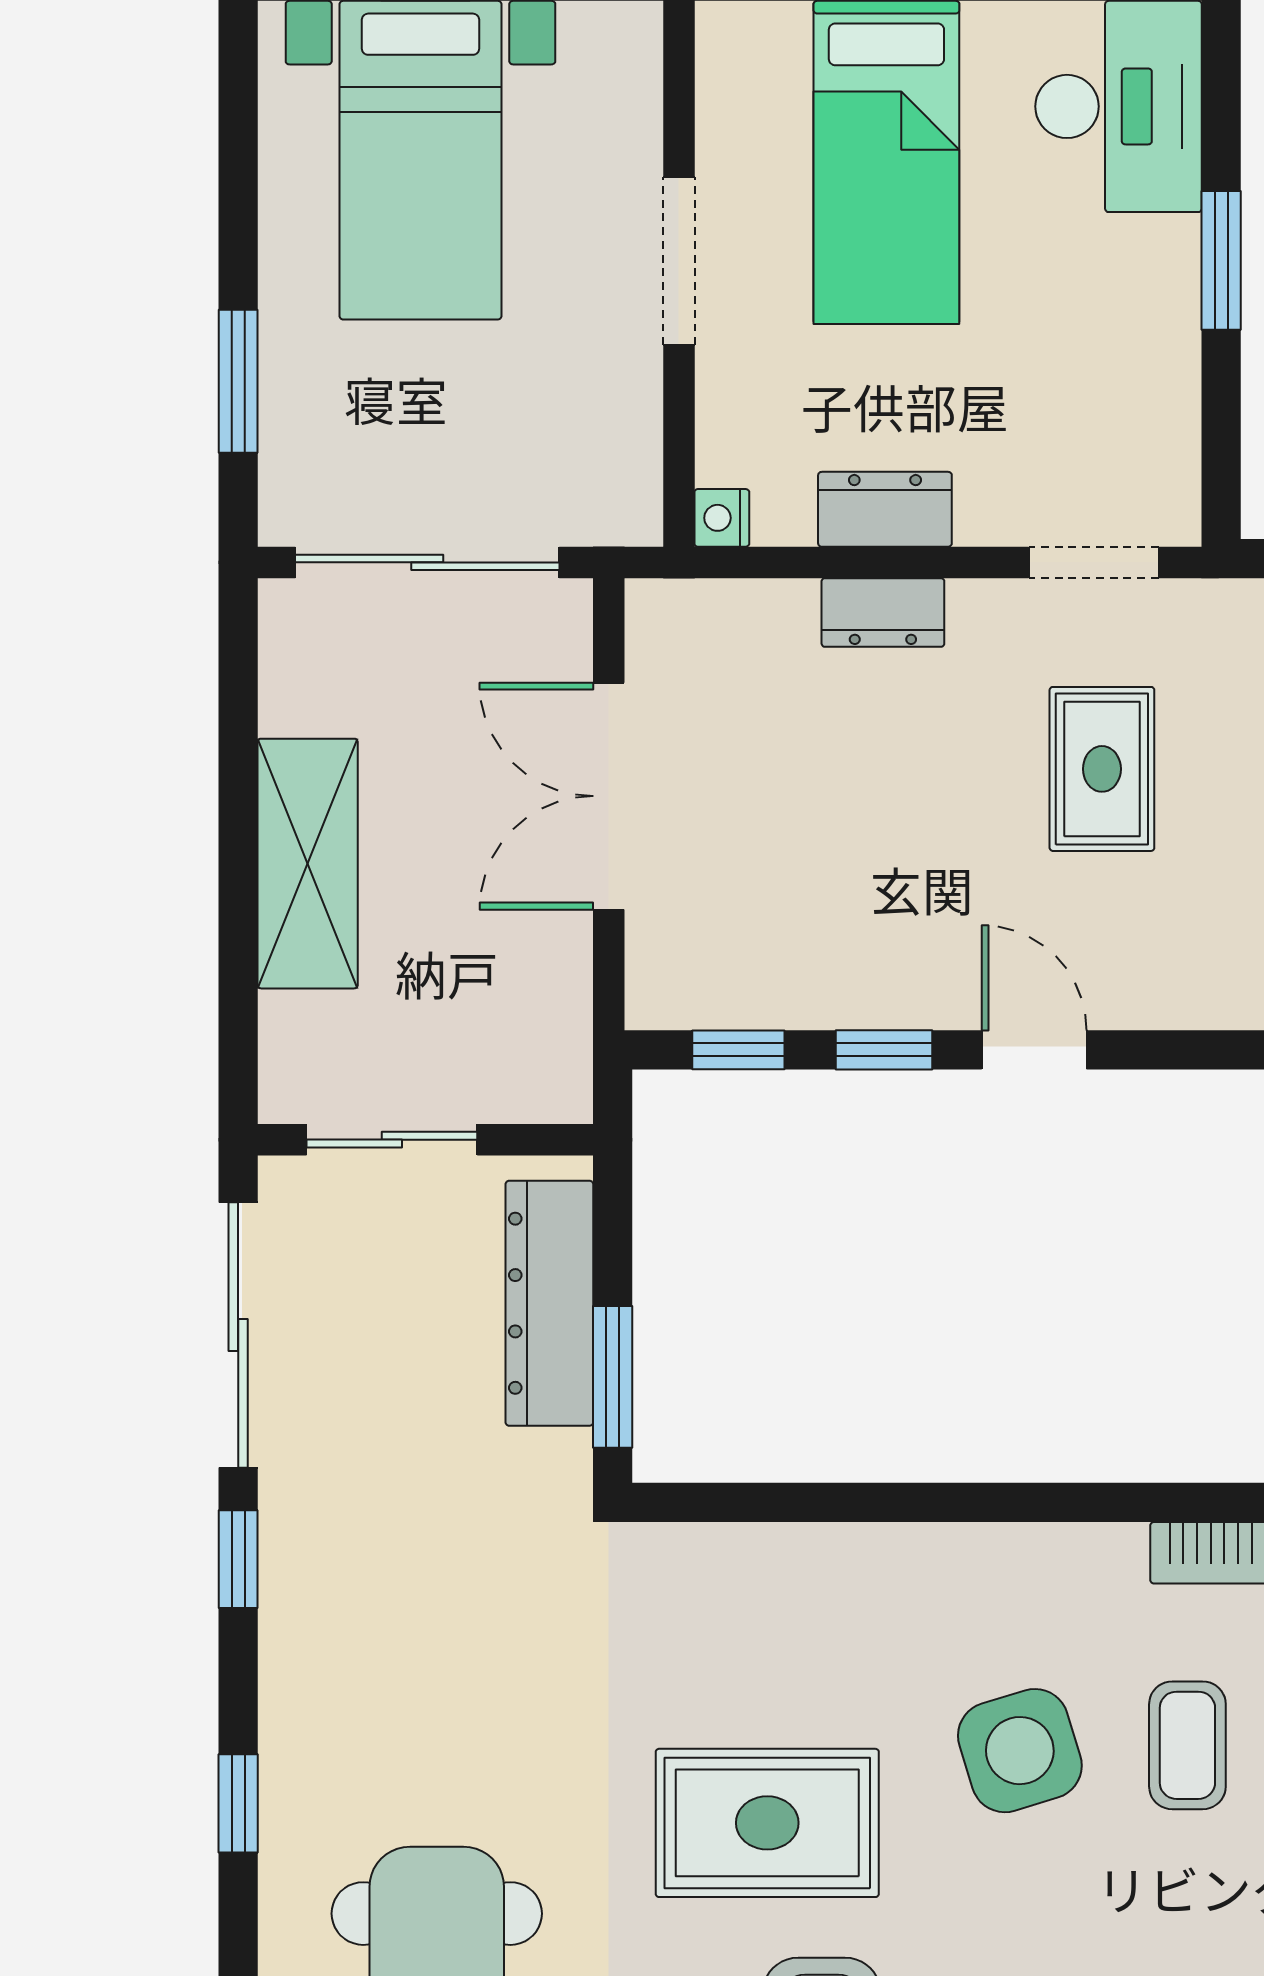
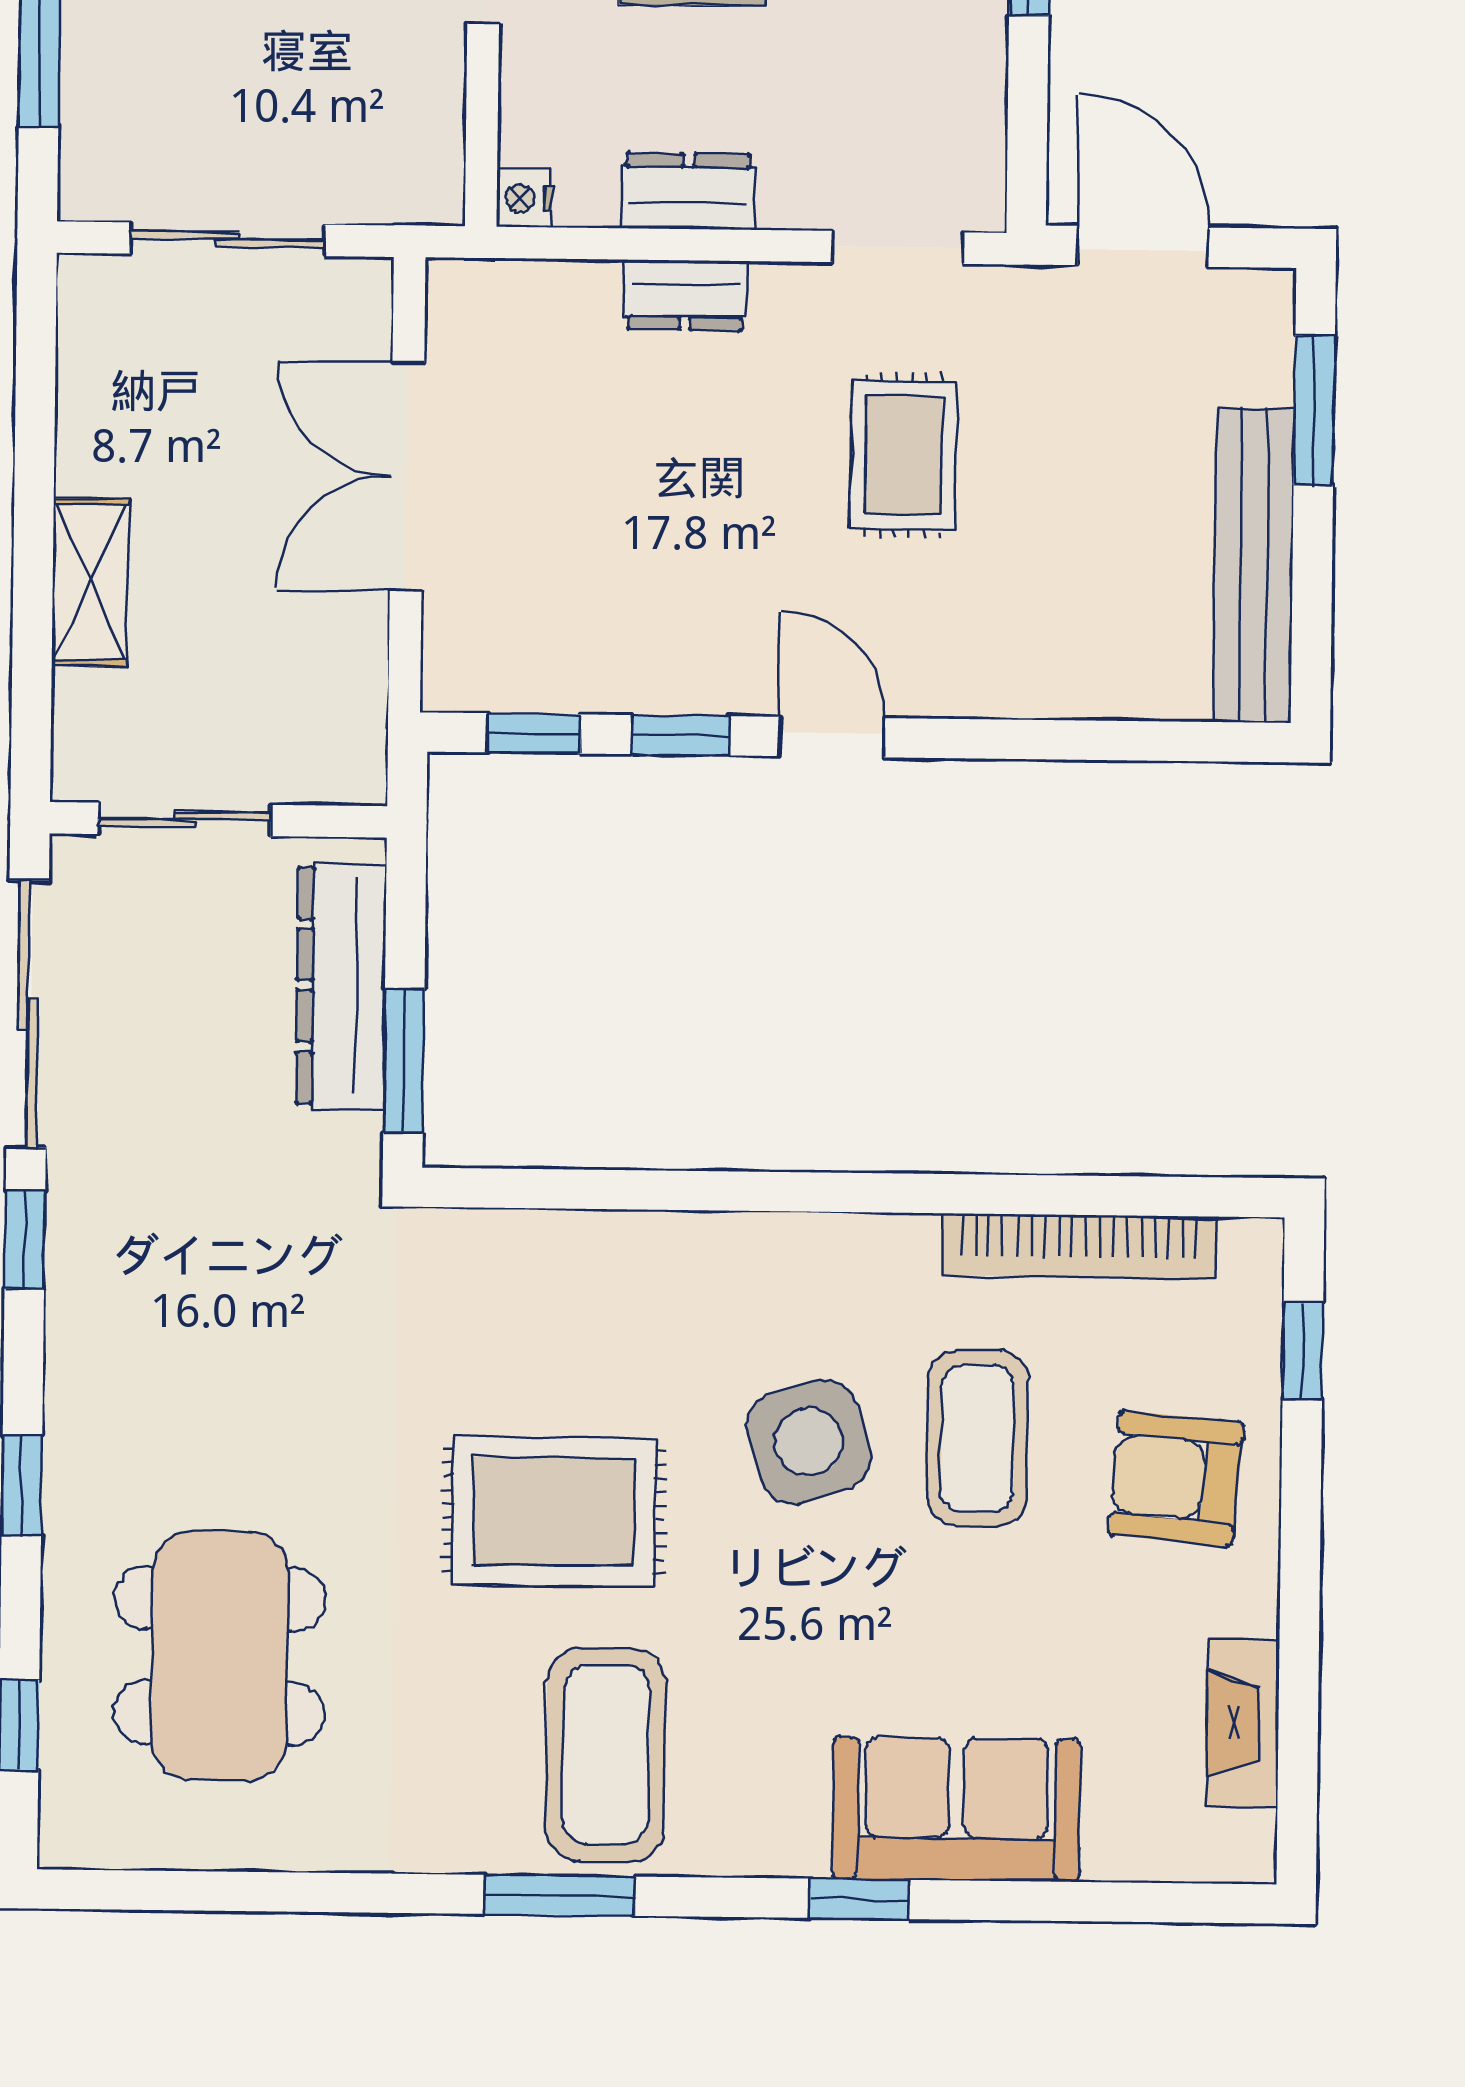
sliding door: (427, 562) -> (227, 239), width x0.73
shelving: (308, 864) -> (90, 582), width x0.67, depth x0.75
coffee table: (1187, 1745) -> (978, 1438), width x1.36, depth x1.30

